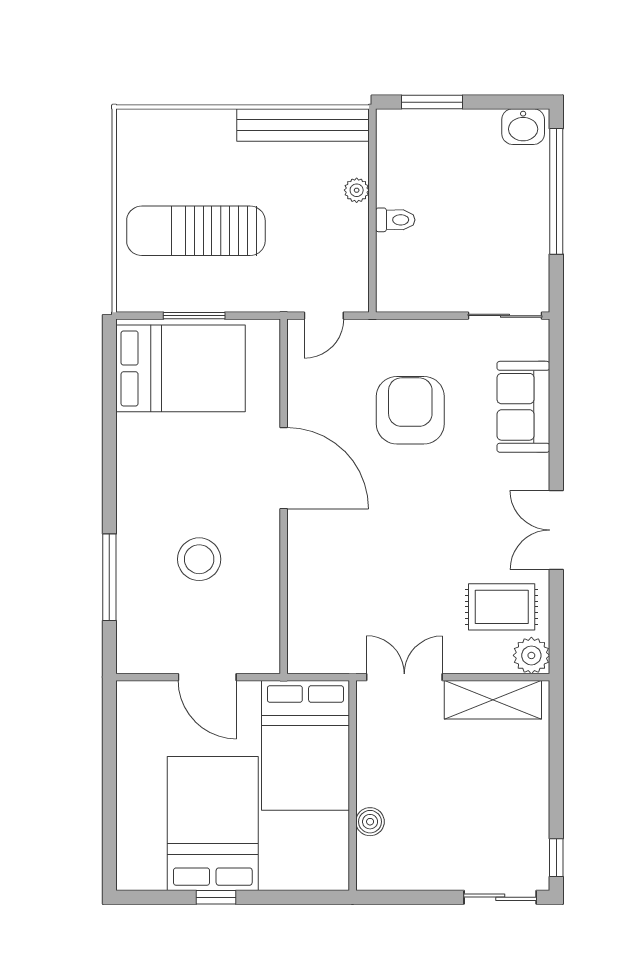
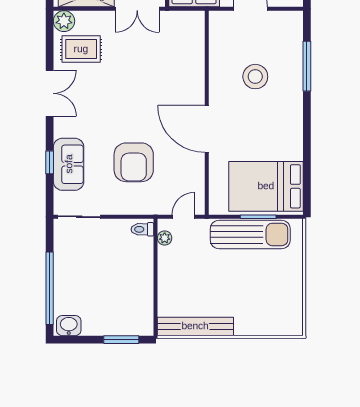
plant: (357, 190) -> (165, 238), moved
toilet: (395, 220) -> (142, 229), moved
sun lounger: (196, 231) -> (250, 234), moved
window: (556, 410) -> (50, 162), added

